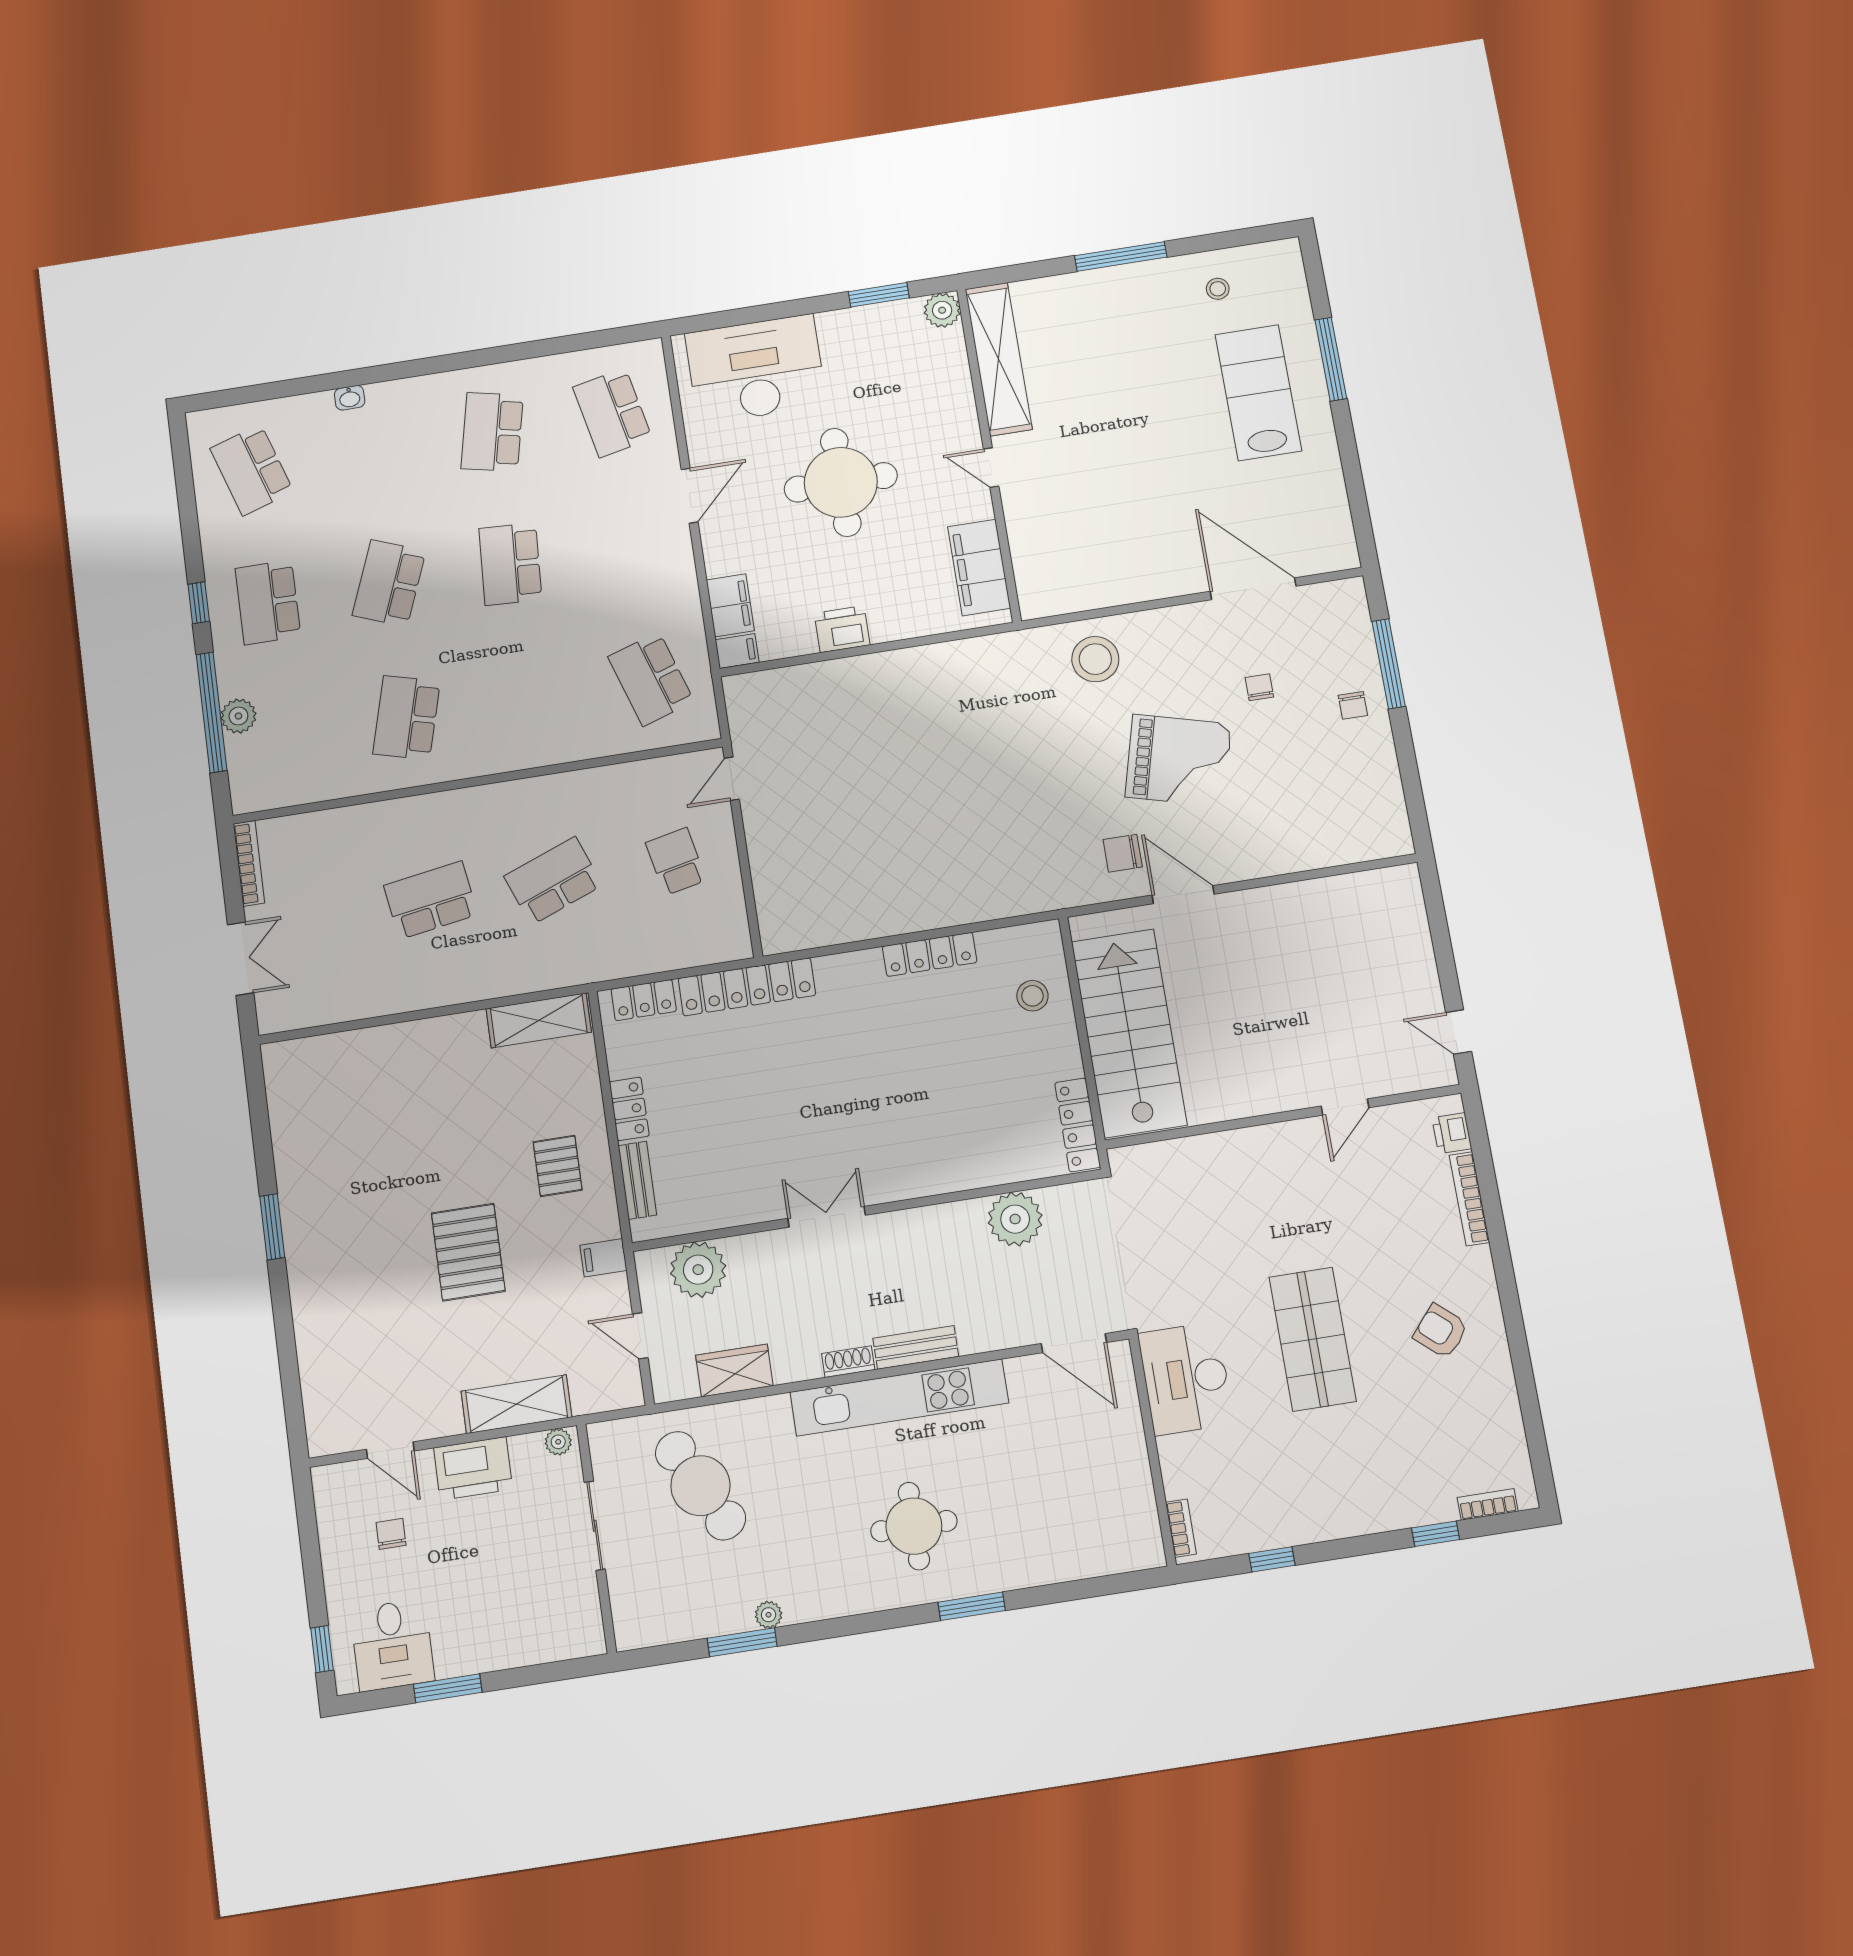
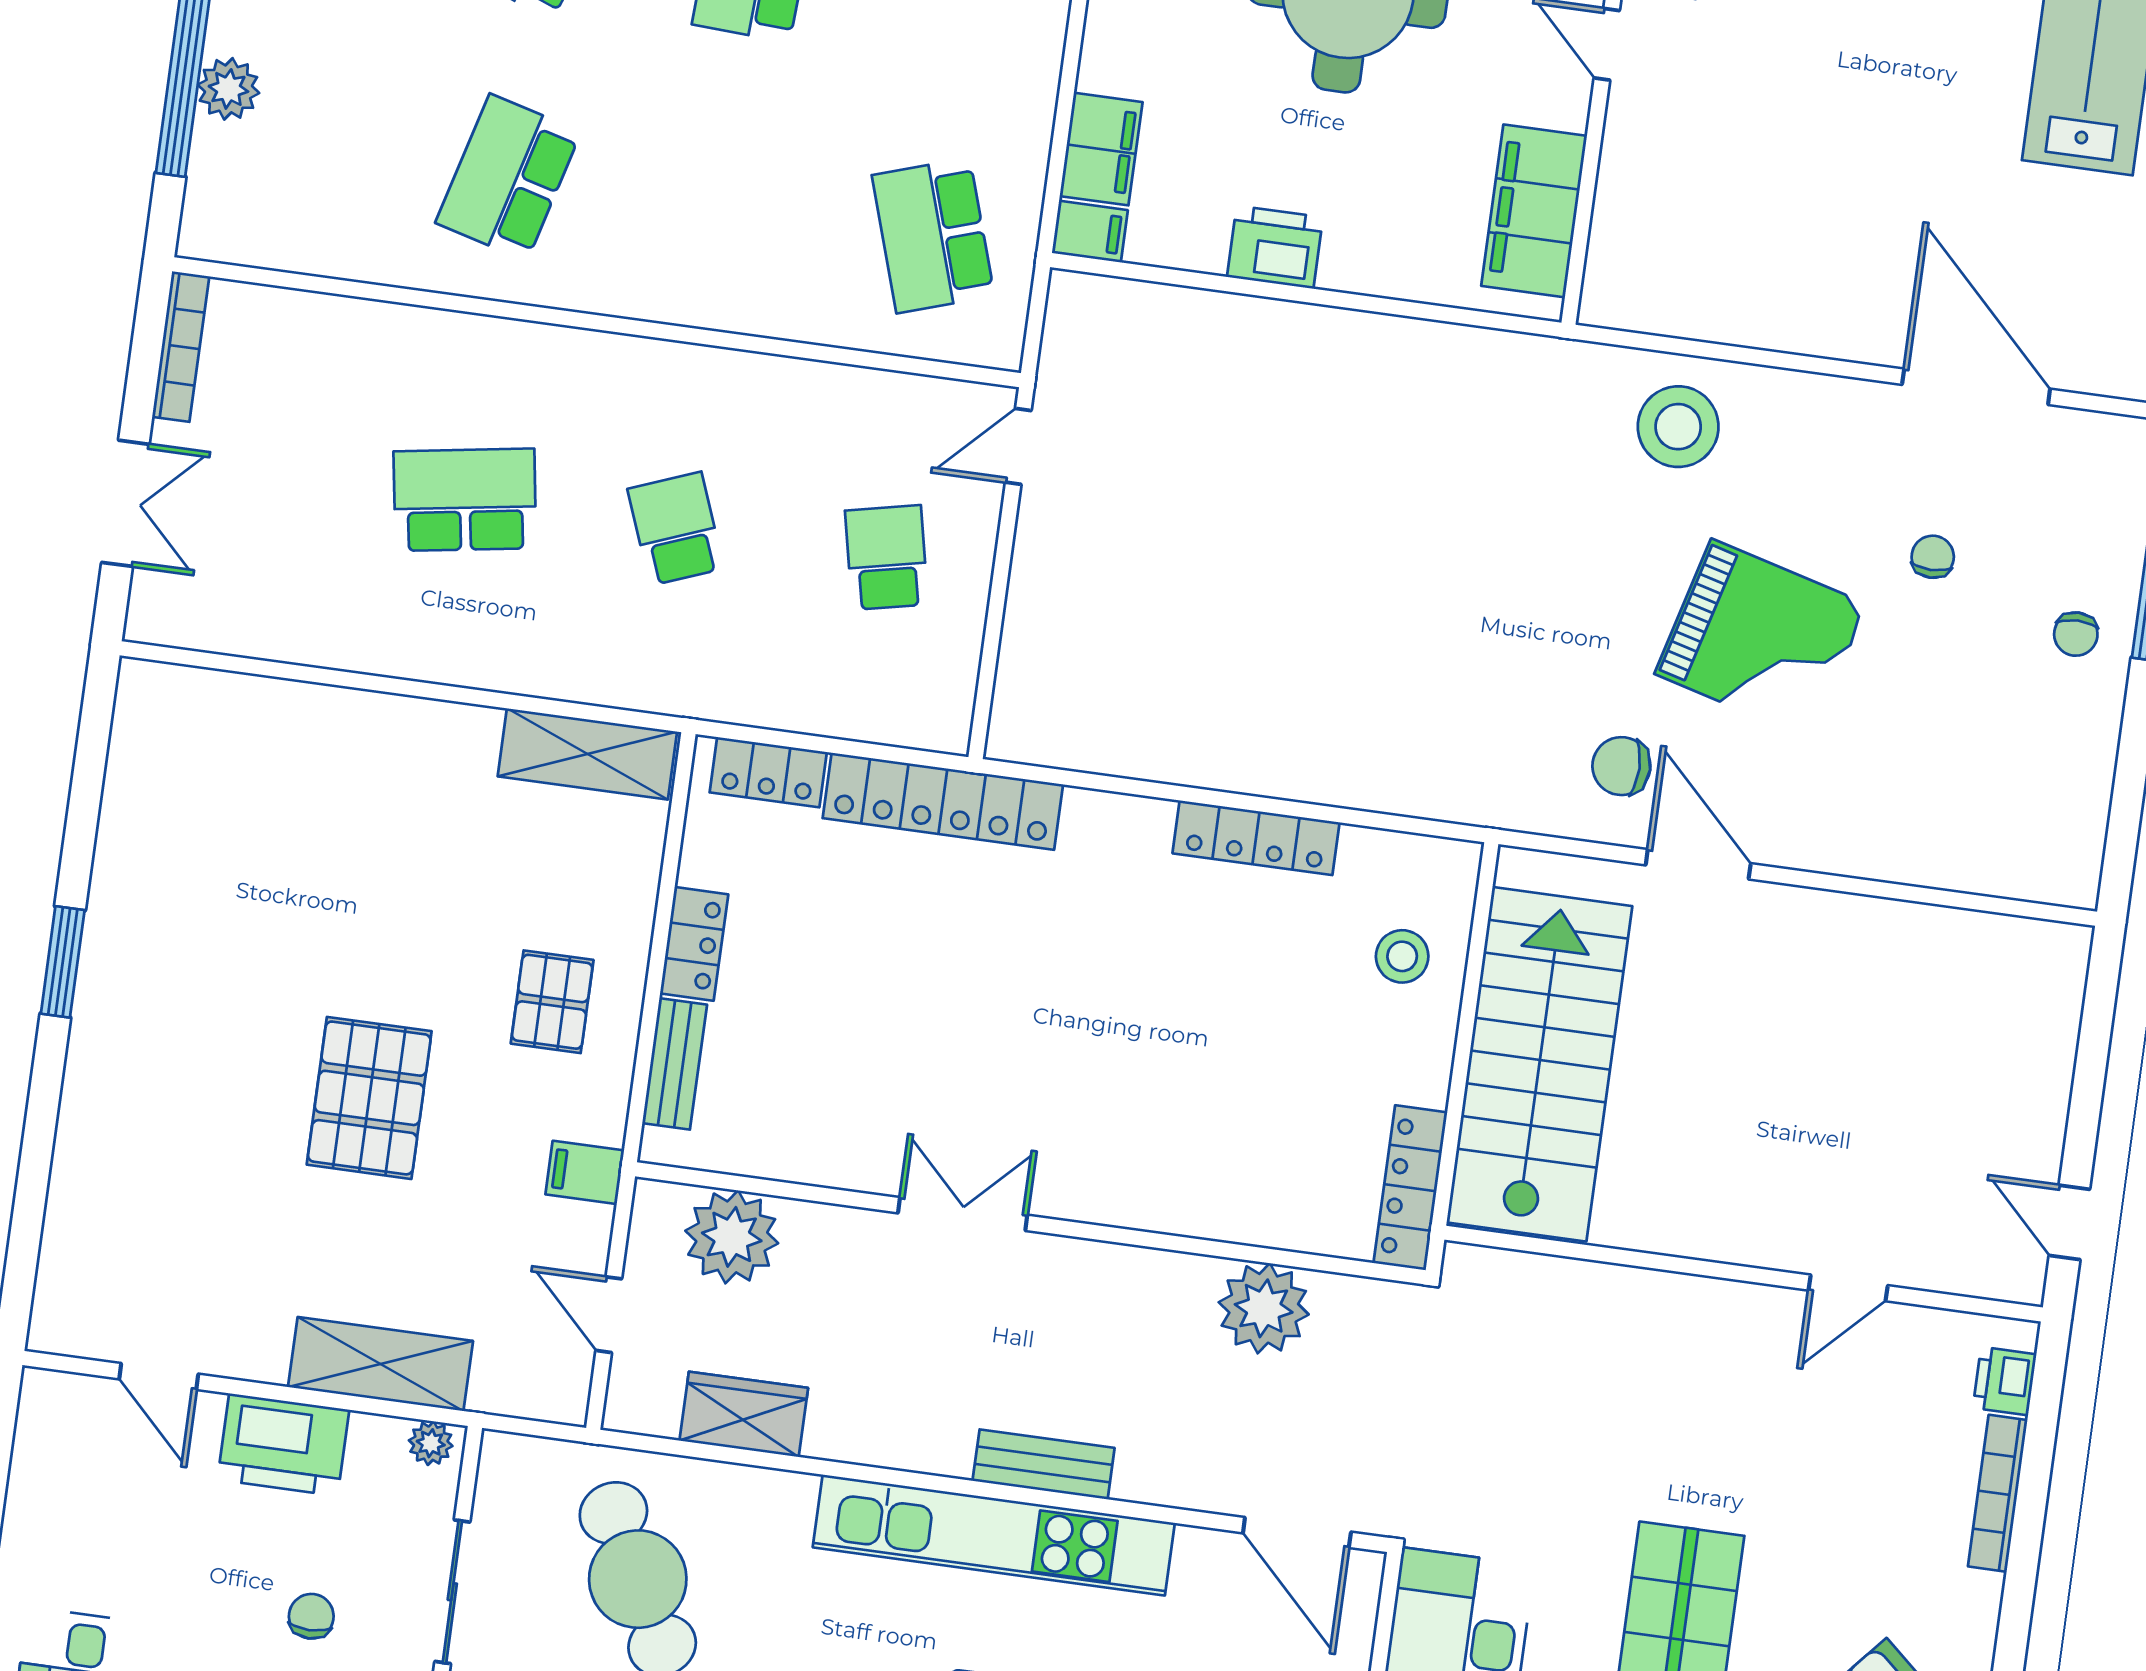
school desk: (553, 881) -> (676, 529), width x0.54
shoe rack: (848, 1362) -> (929, 1455), removed
chair: (391, 1534) -> (311, 1616), moved

